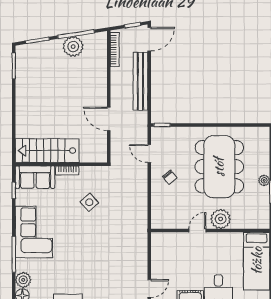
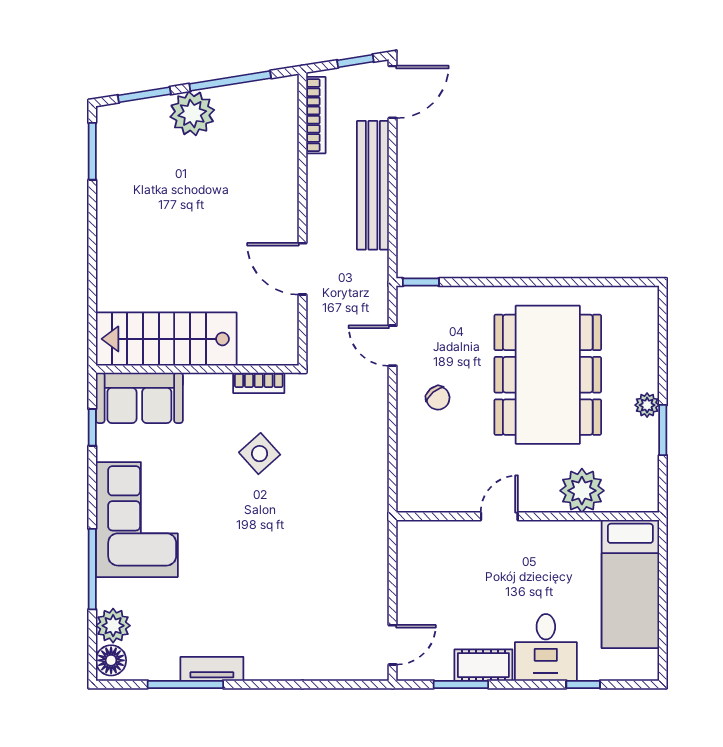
plant: (73, 47) -> (192, 113), moved
bookcase: (67, 170) -> (259, 383), moved
plant: (221, 219) -> (582, 491), moved

